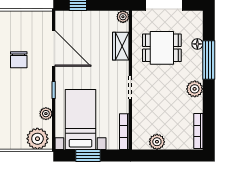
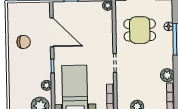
wardrobe: (121, 46) -> (106, 29), removed
chair: (19, 60) -> (24, 42), turned -90
plant: (195, 89) -> (167, 75), moved

